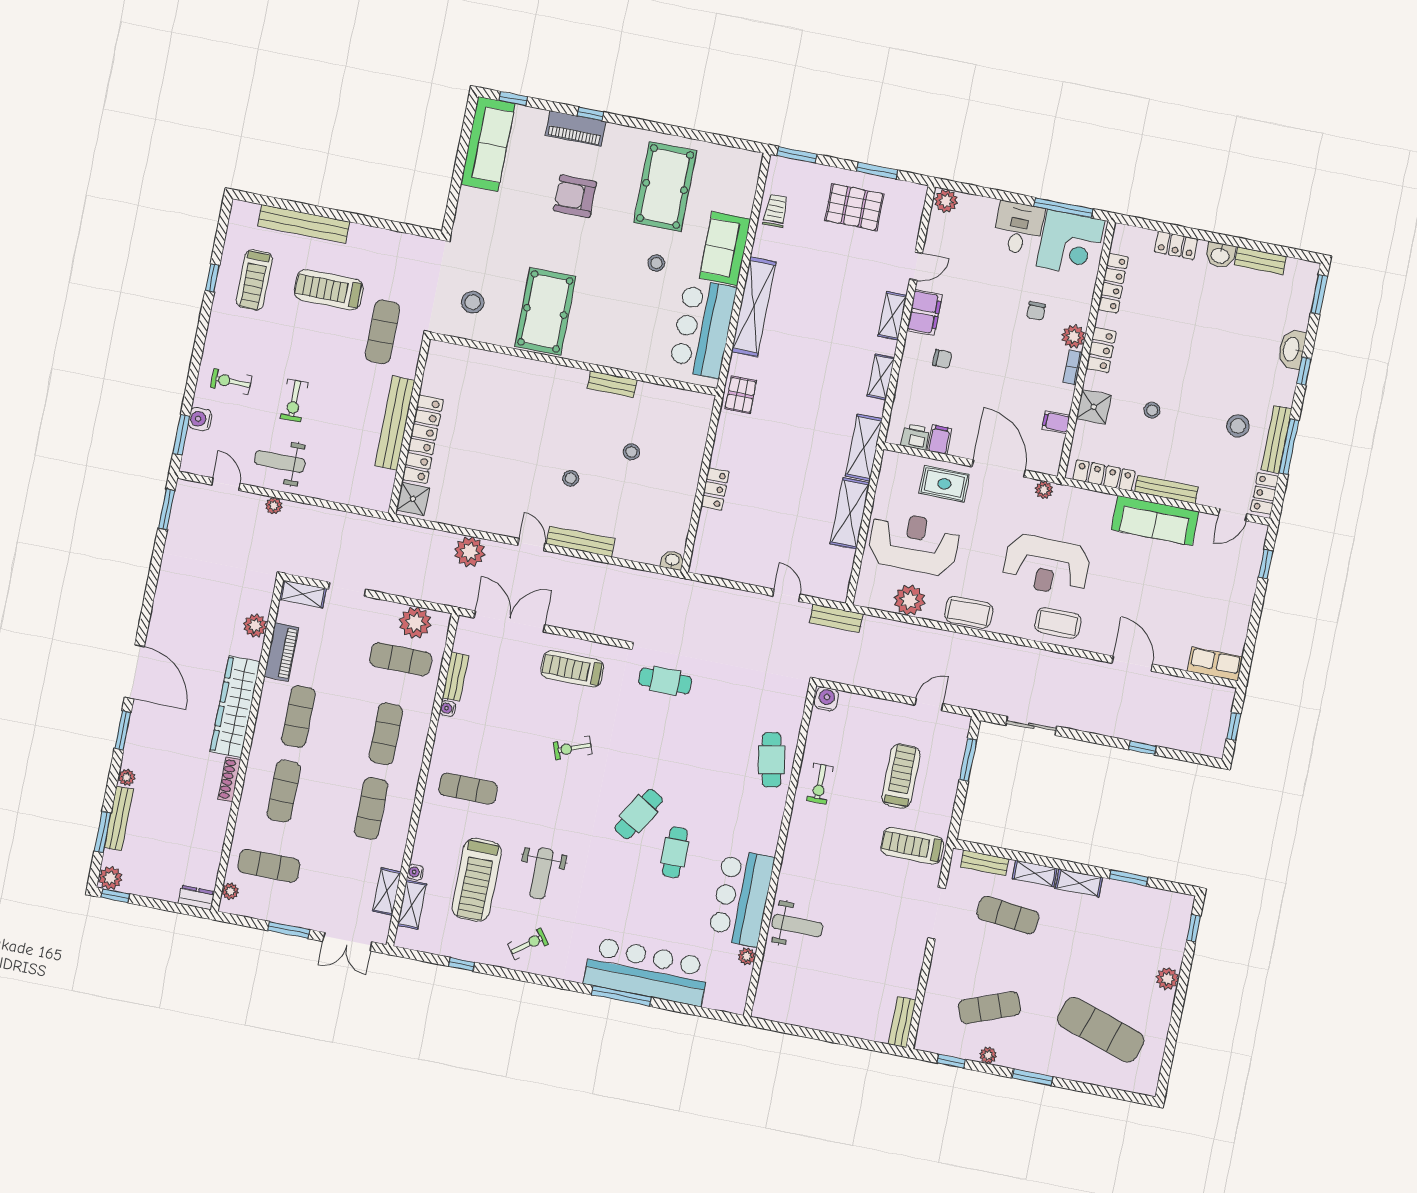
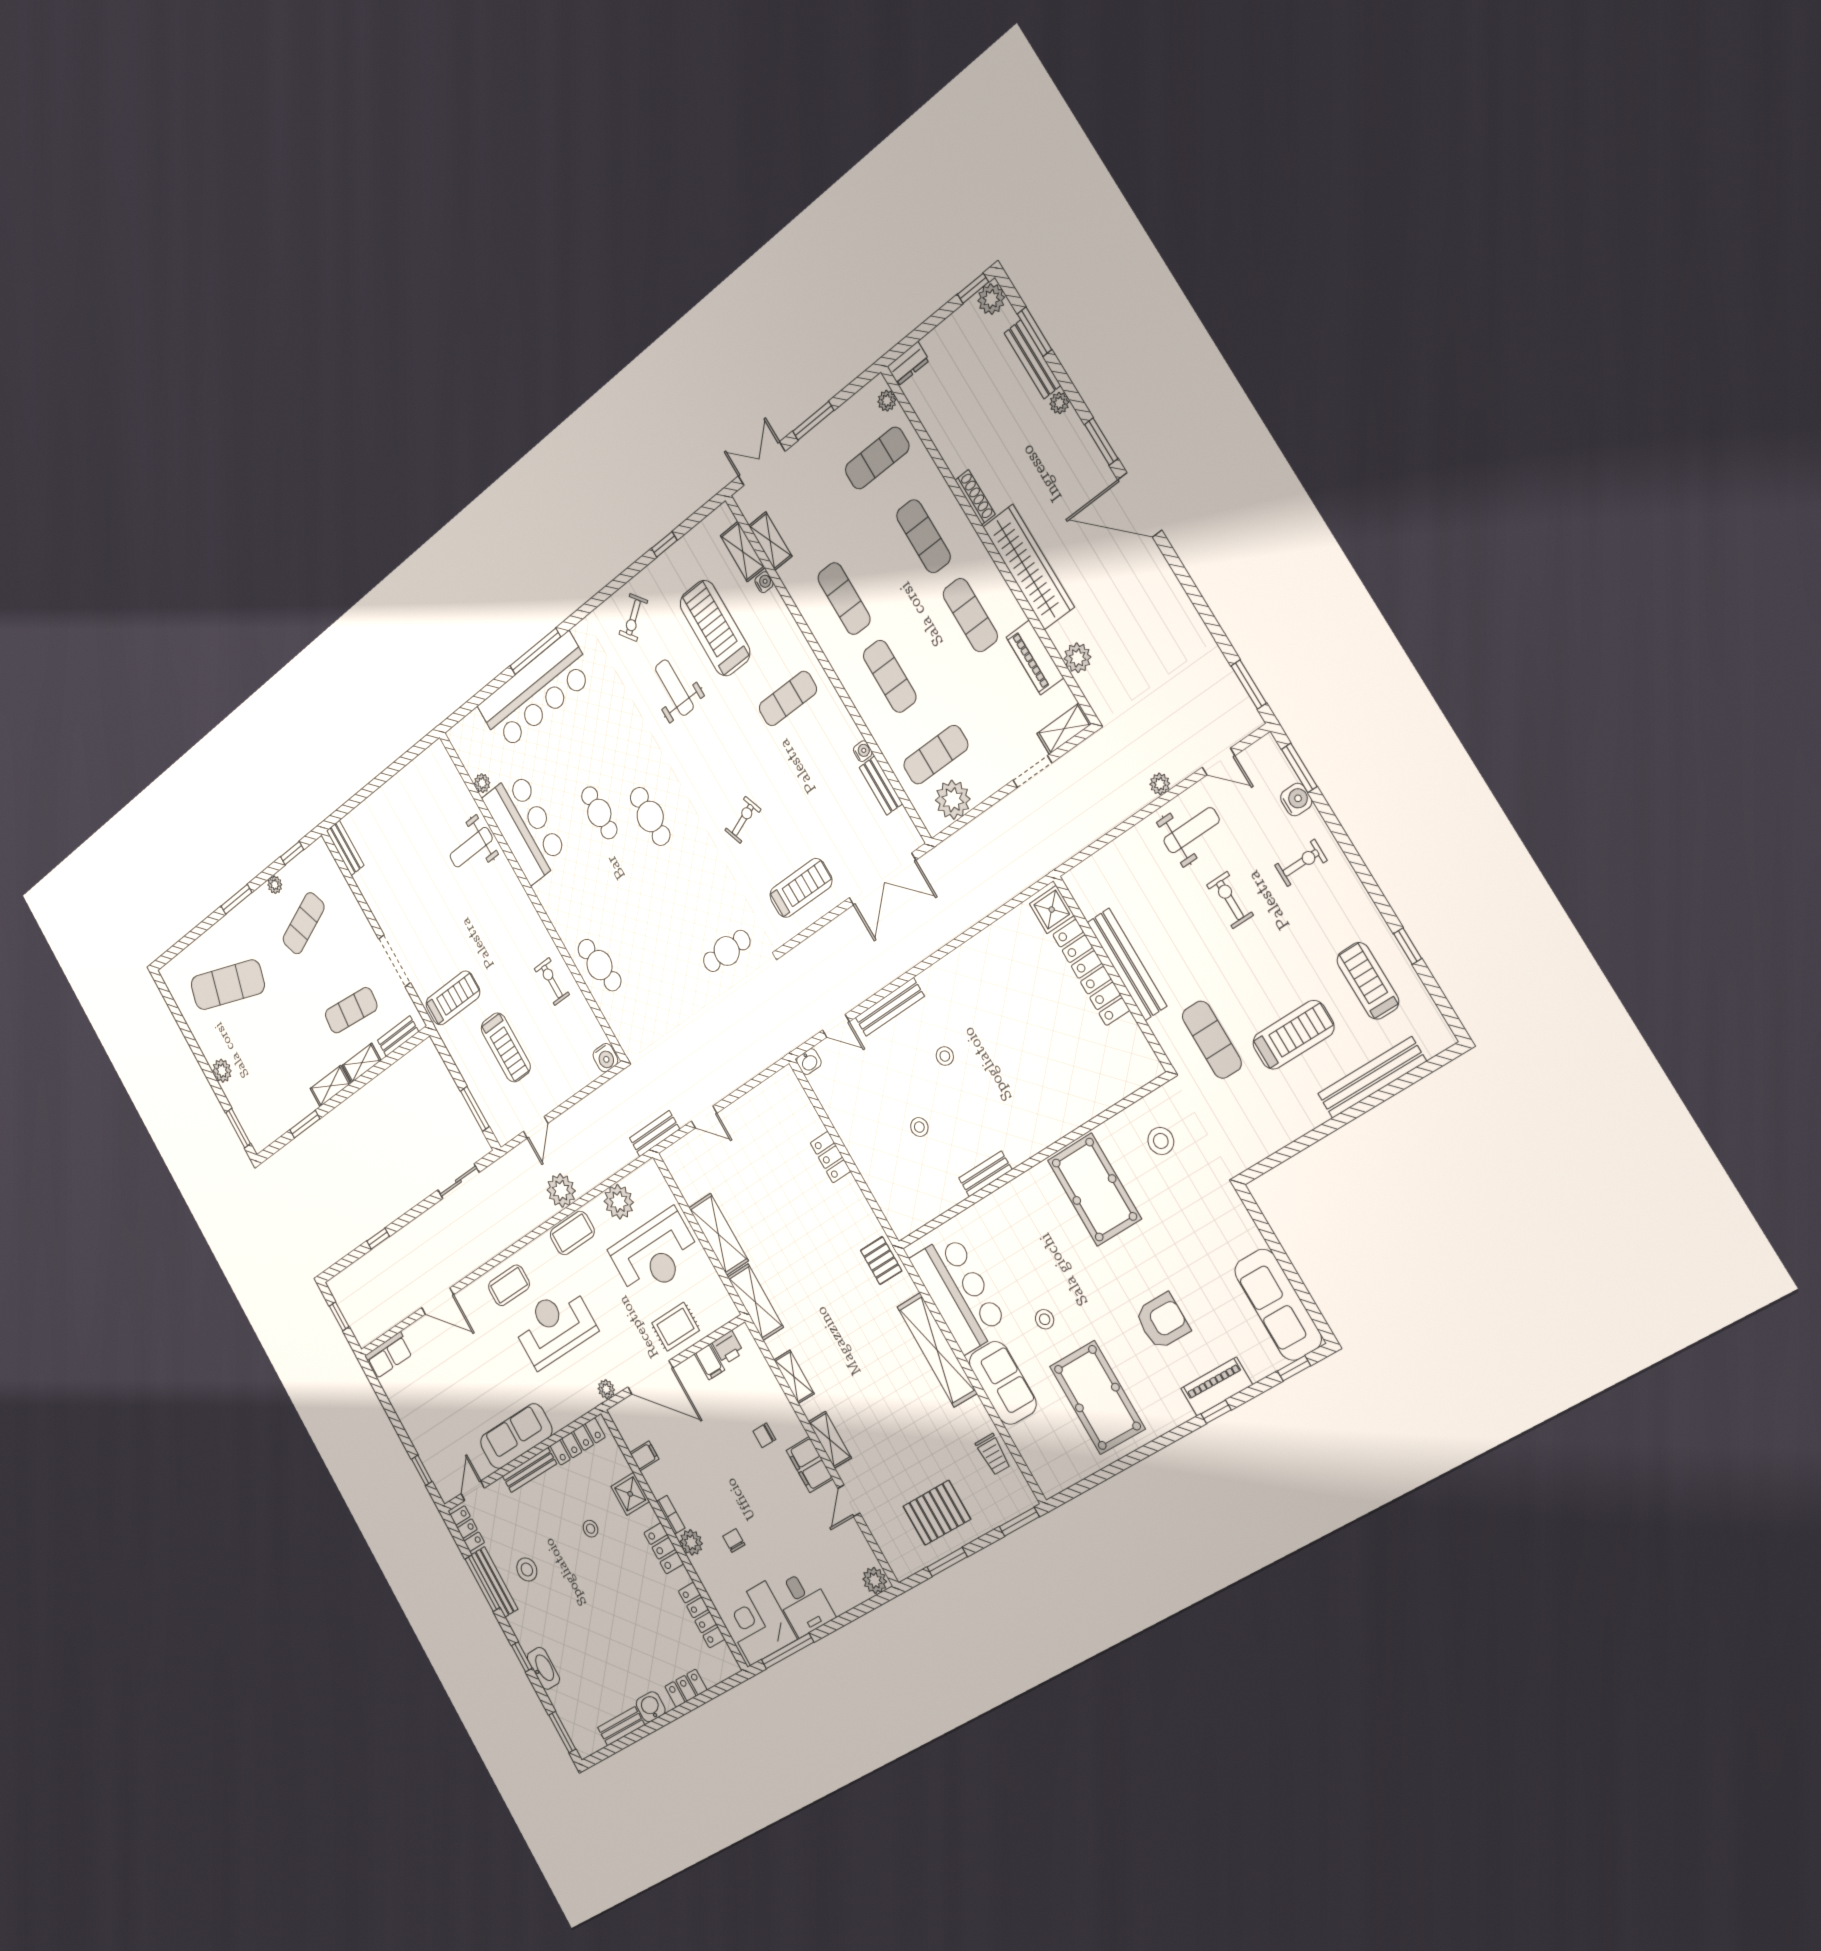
door: (531, 545) -> (836, 1026), moved
plant: (470, 552) -> (561, 1191), moved
cafe table: (639, 814) -> (650, 816), turned -31
window: (1194, 928) -> (238, 1128), width x1.50

